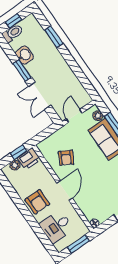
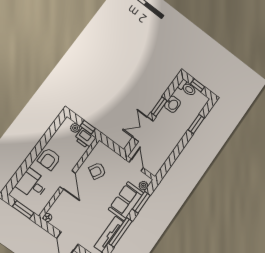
door: (74, 116) -> (136, 165), hinge flipped
door: (65, 191) -> (68, 180), hinge flipped

